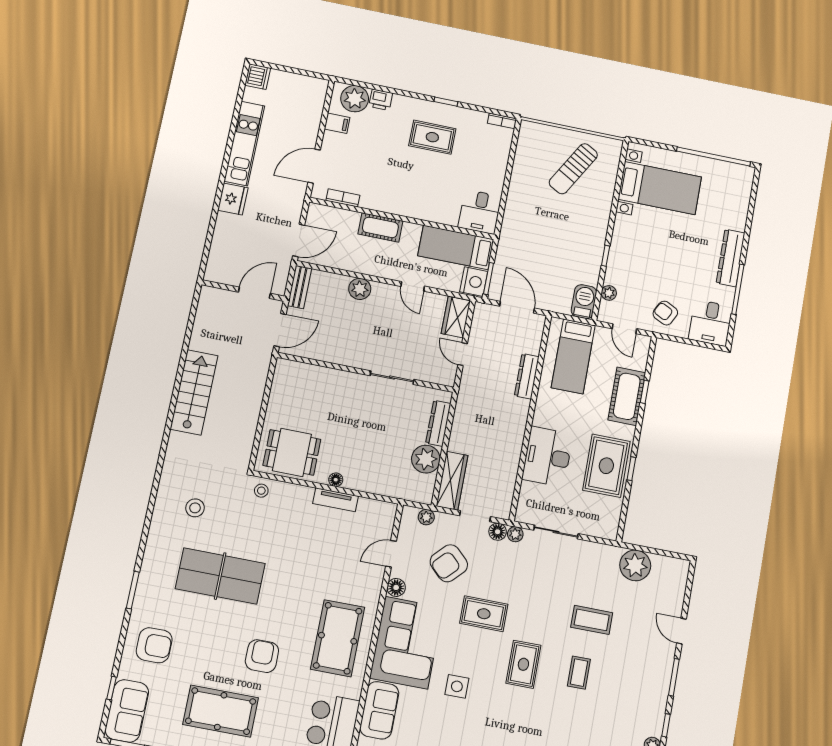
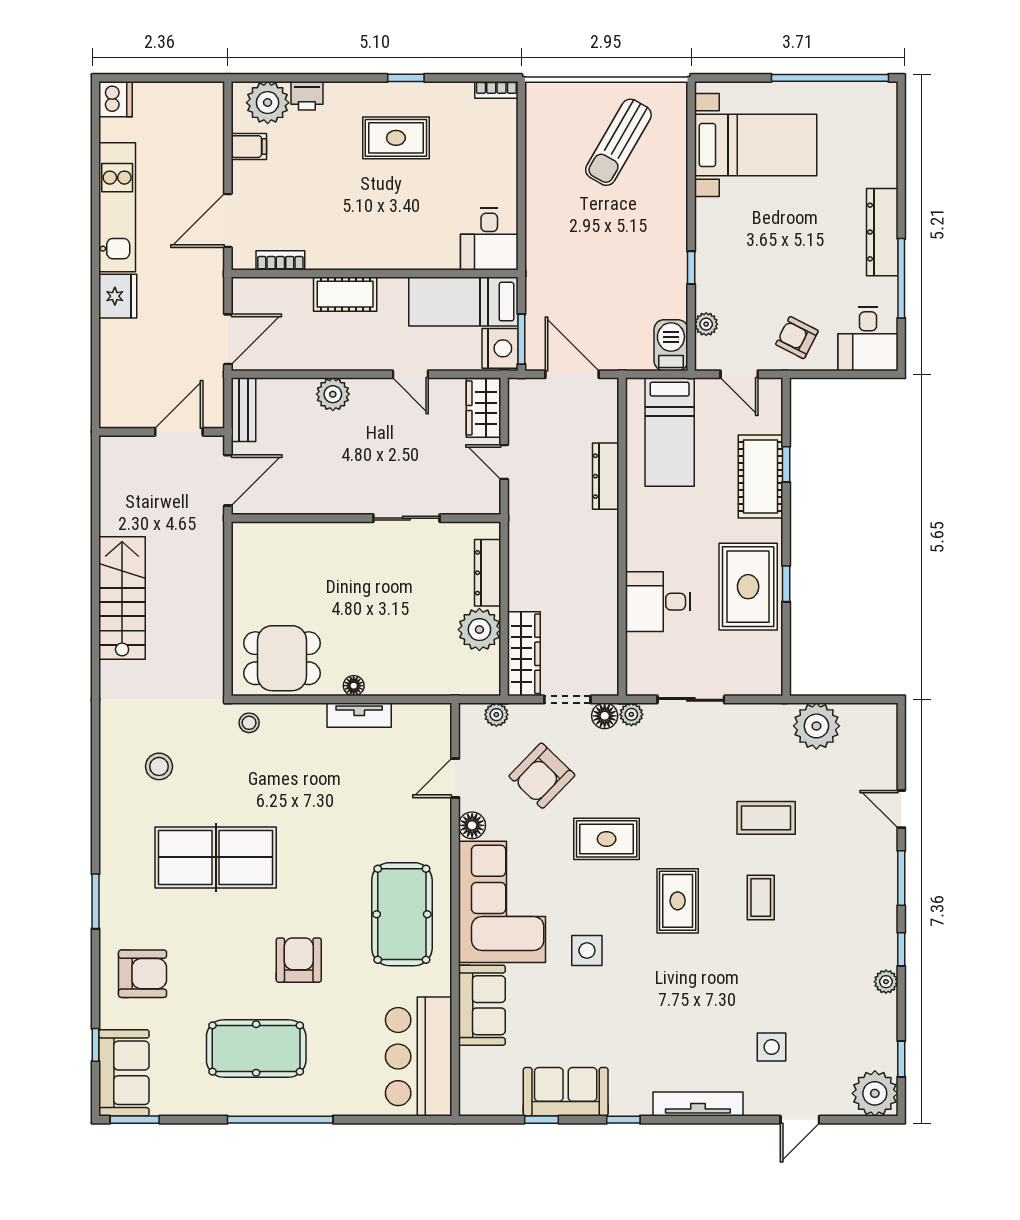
desk: (547, 457) -> (658, 602), width x0.73

